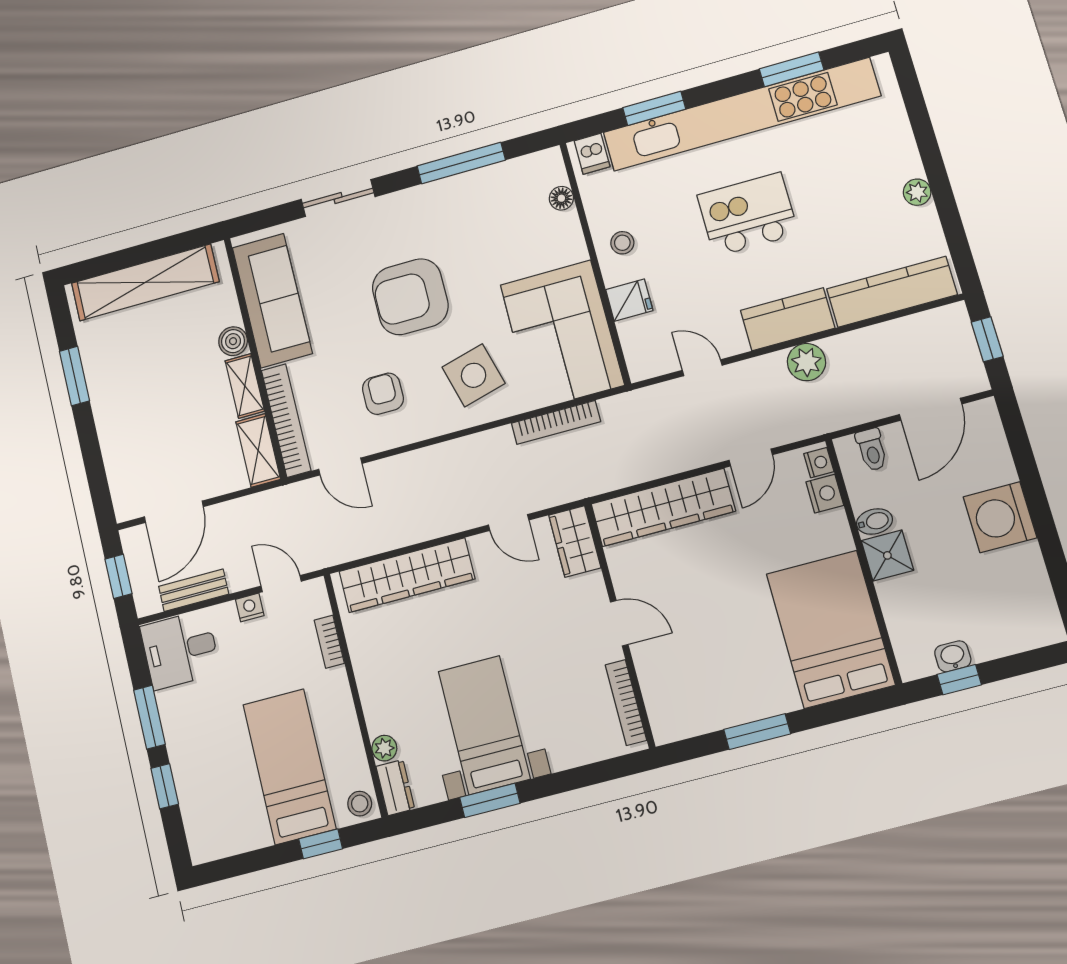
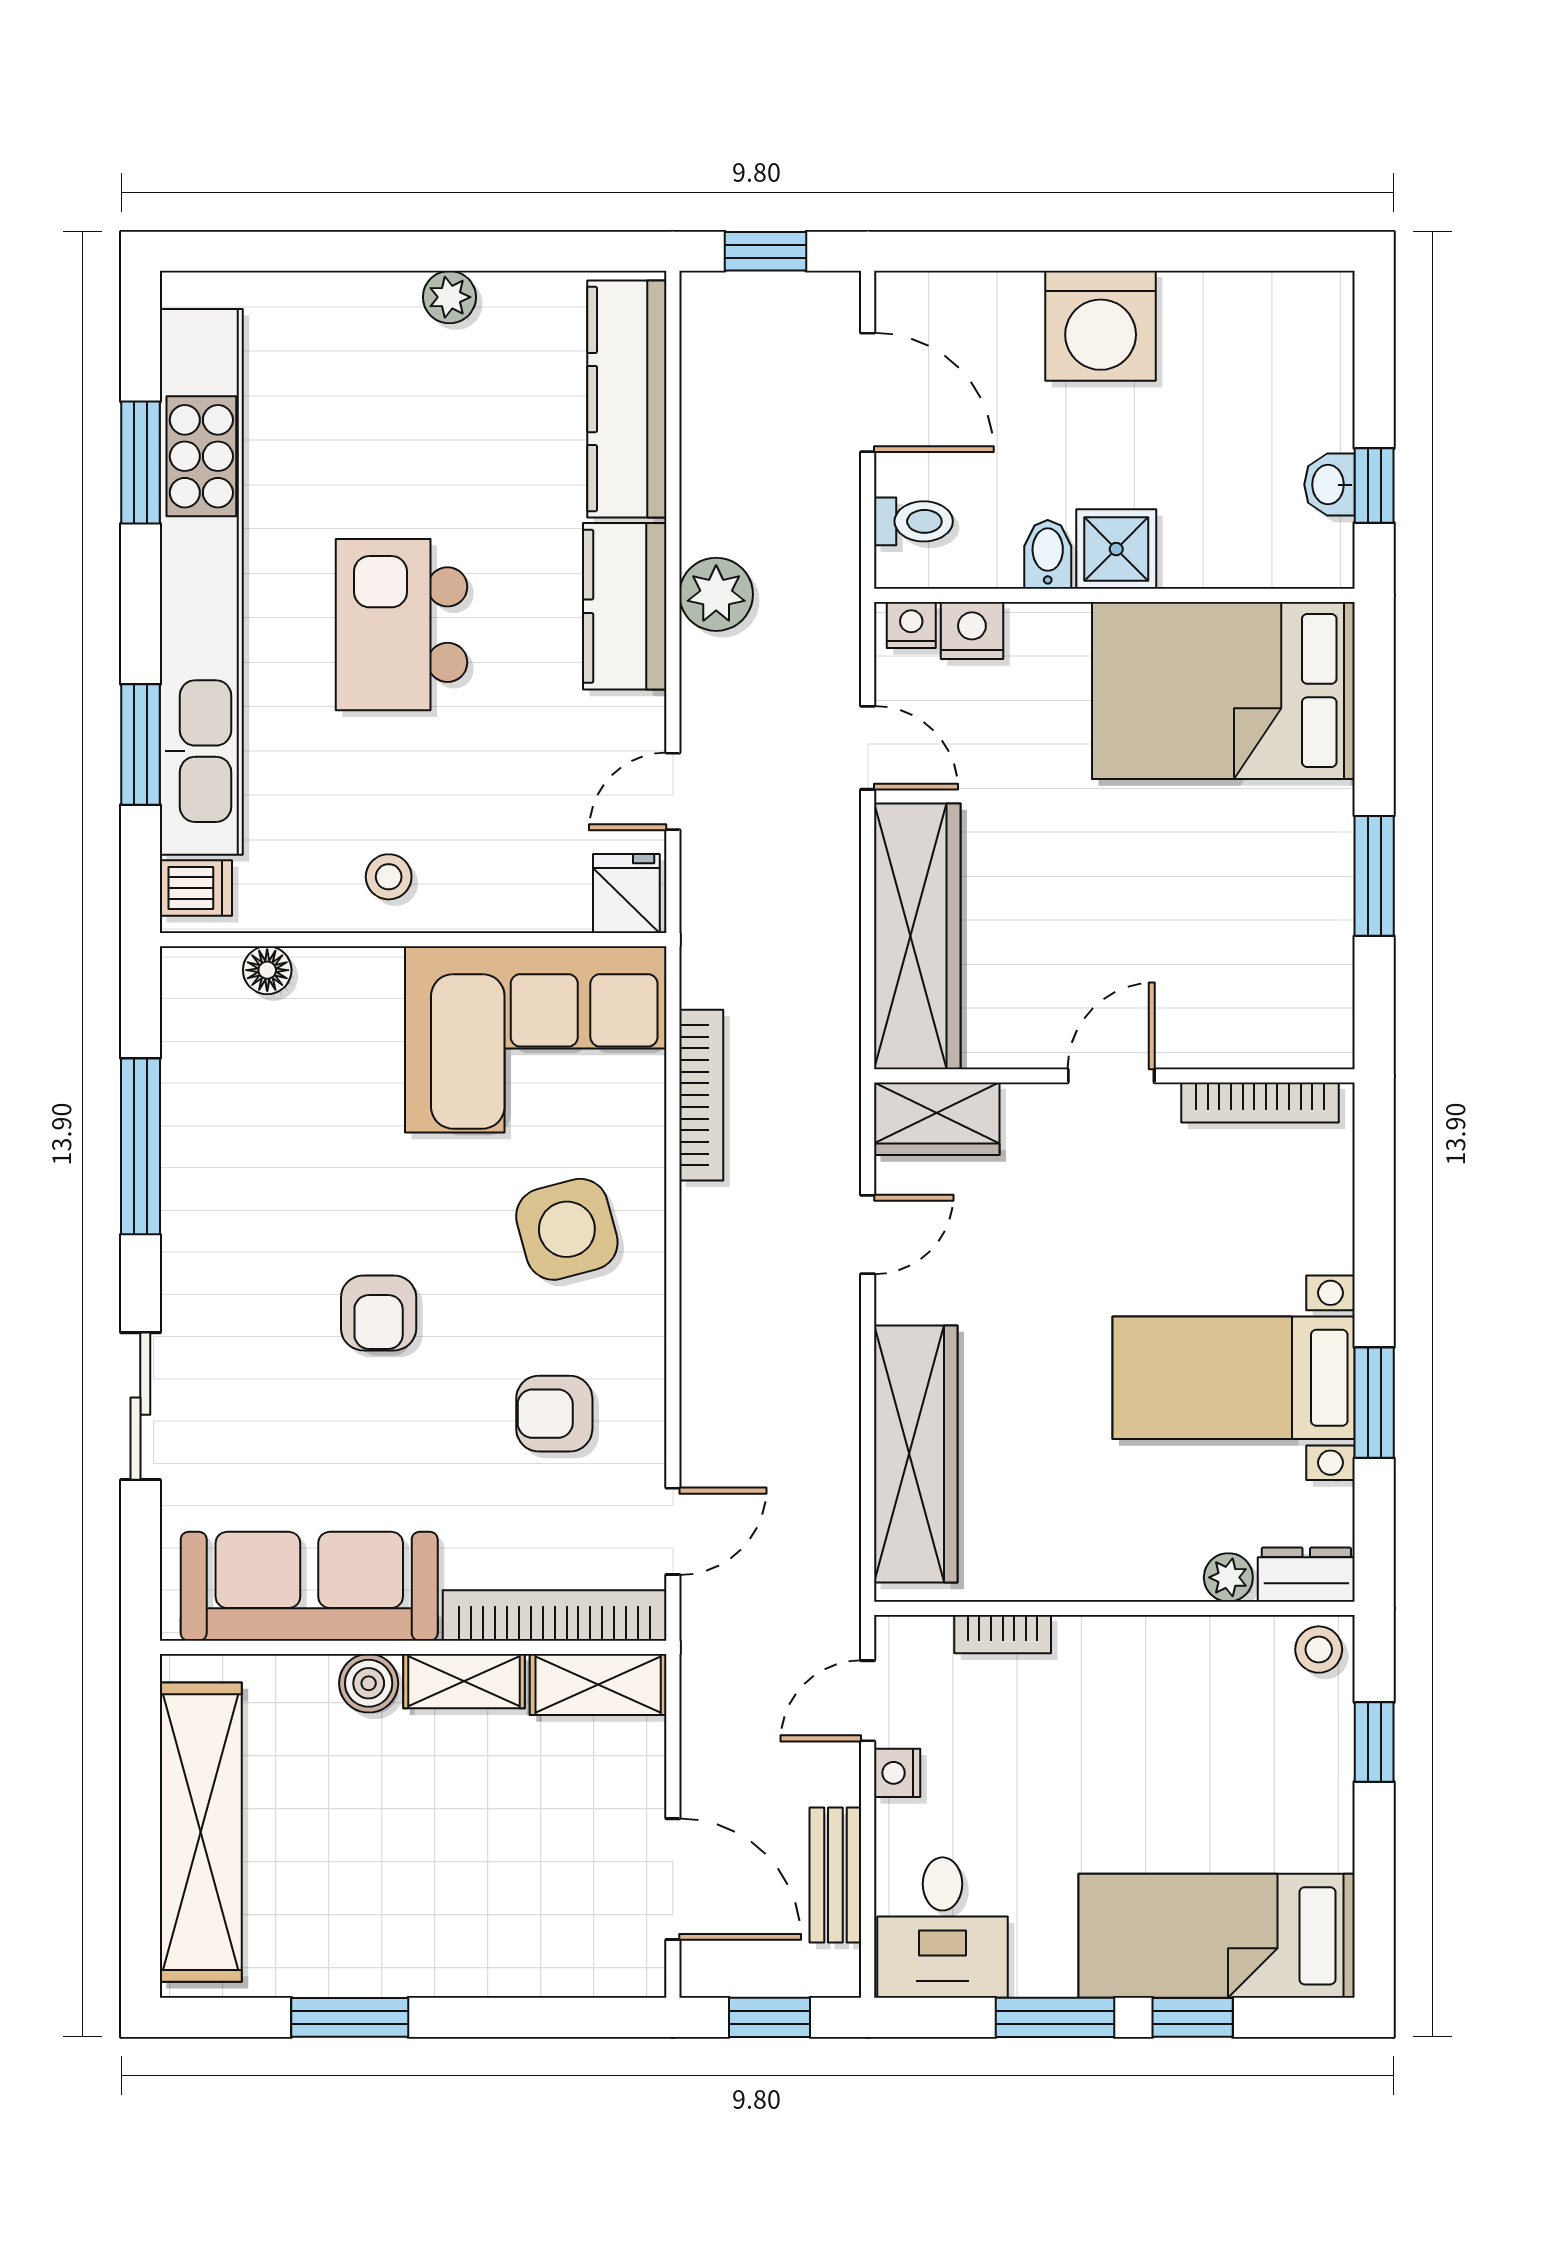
armchair: (410, 297) -> (379, 1313), width x0.53, depth x0.53
fridge: (629, 300) -> (626, 893), moved
bed: (289, 767) -> (1217, 1936), moved

